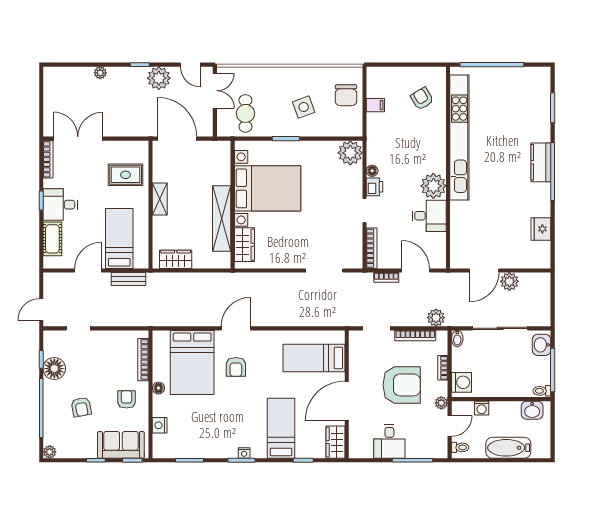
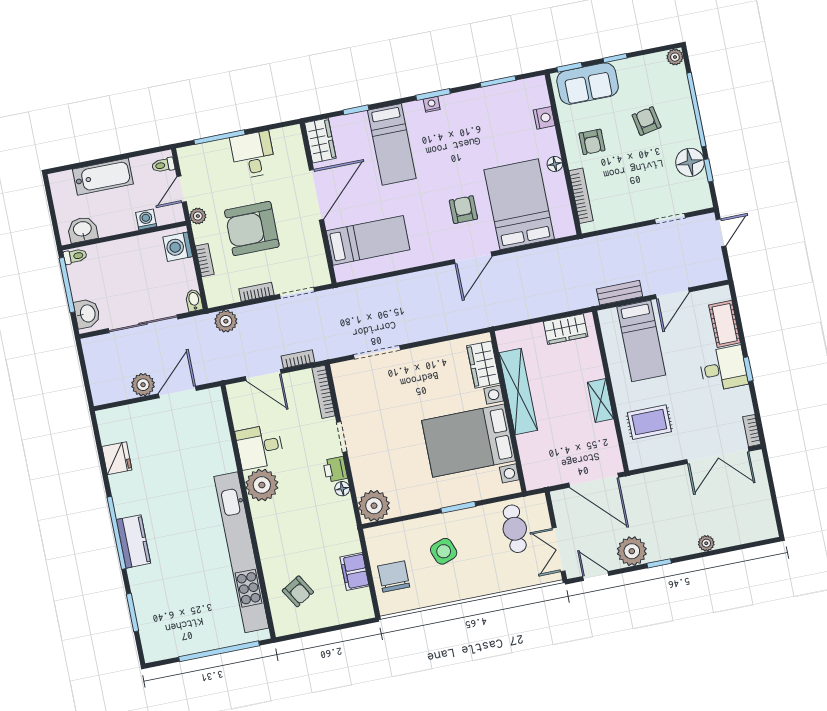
filing cabinet: (375, 105) -> (355, 572), width x2.00
bookcase: (48, 159) -> (752, 431), width x0.64
bookcase: (415, 336) -> (256, 292), width x0.64

